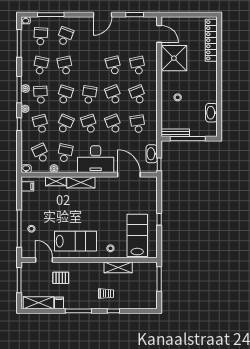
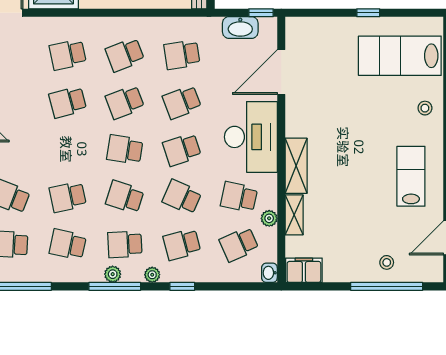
filing cabinet: (27, 186) -> (304, 270), width x2.00
lab bench: (76, 241) -> (411, 176), width x0.73, depth x0.72

